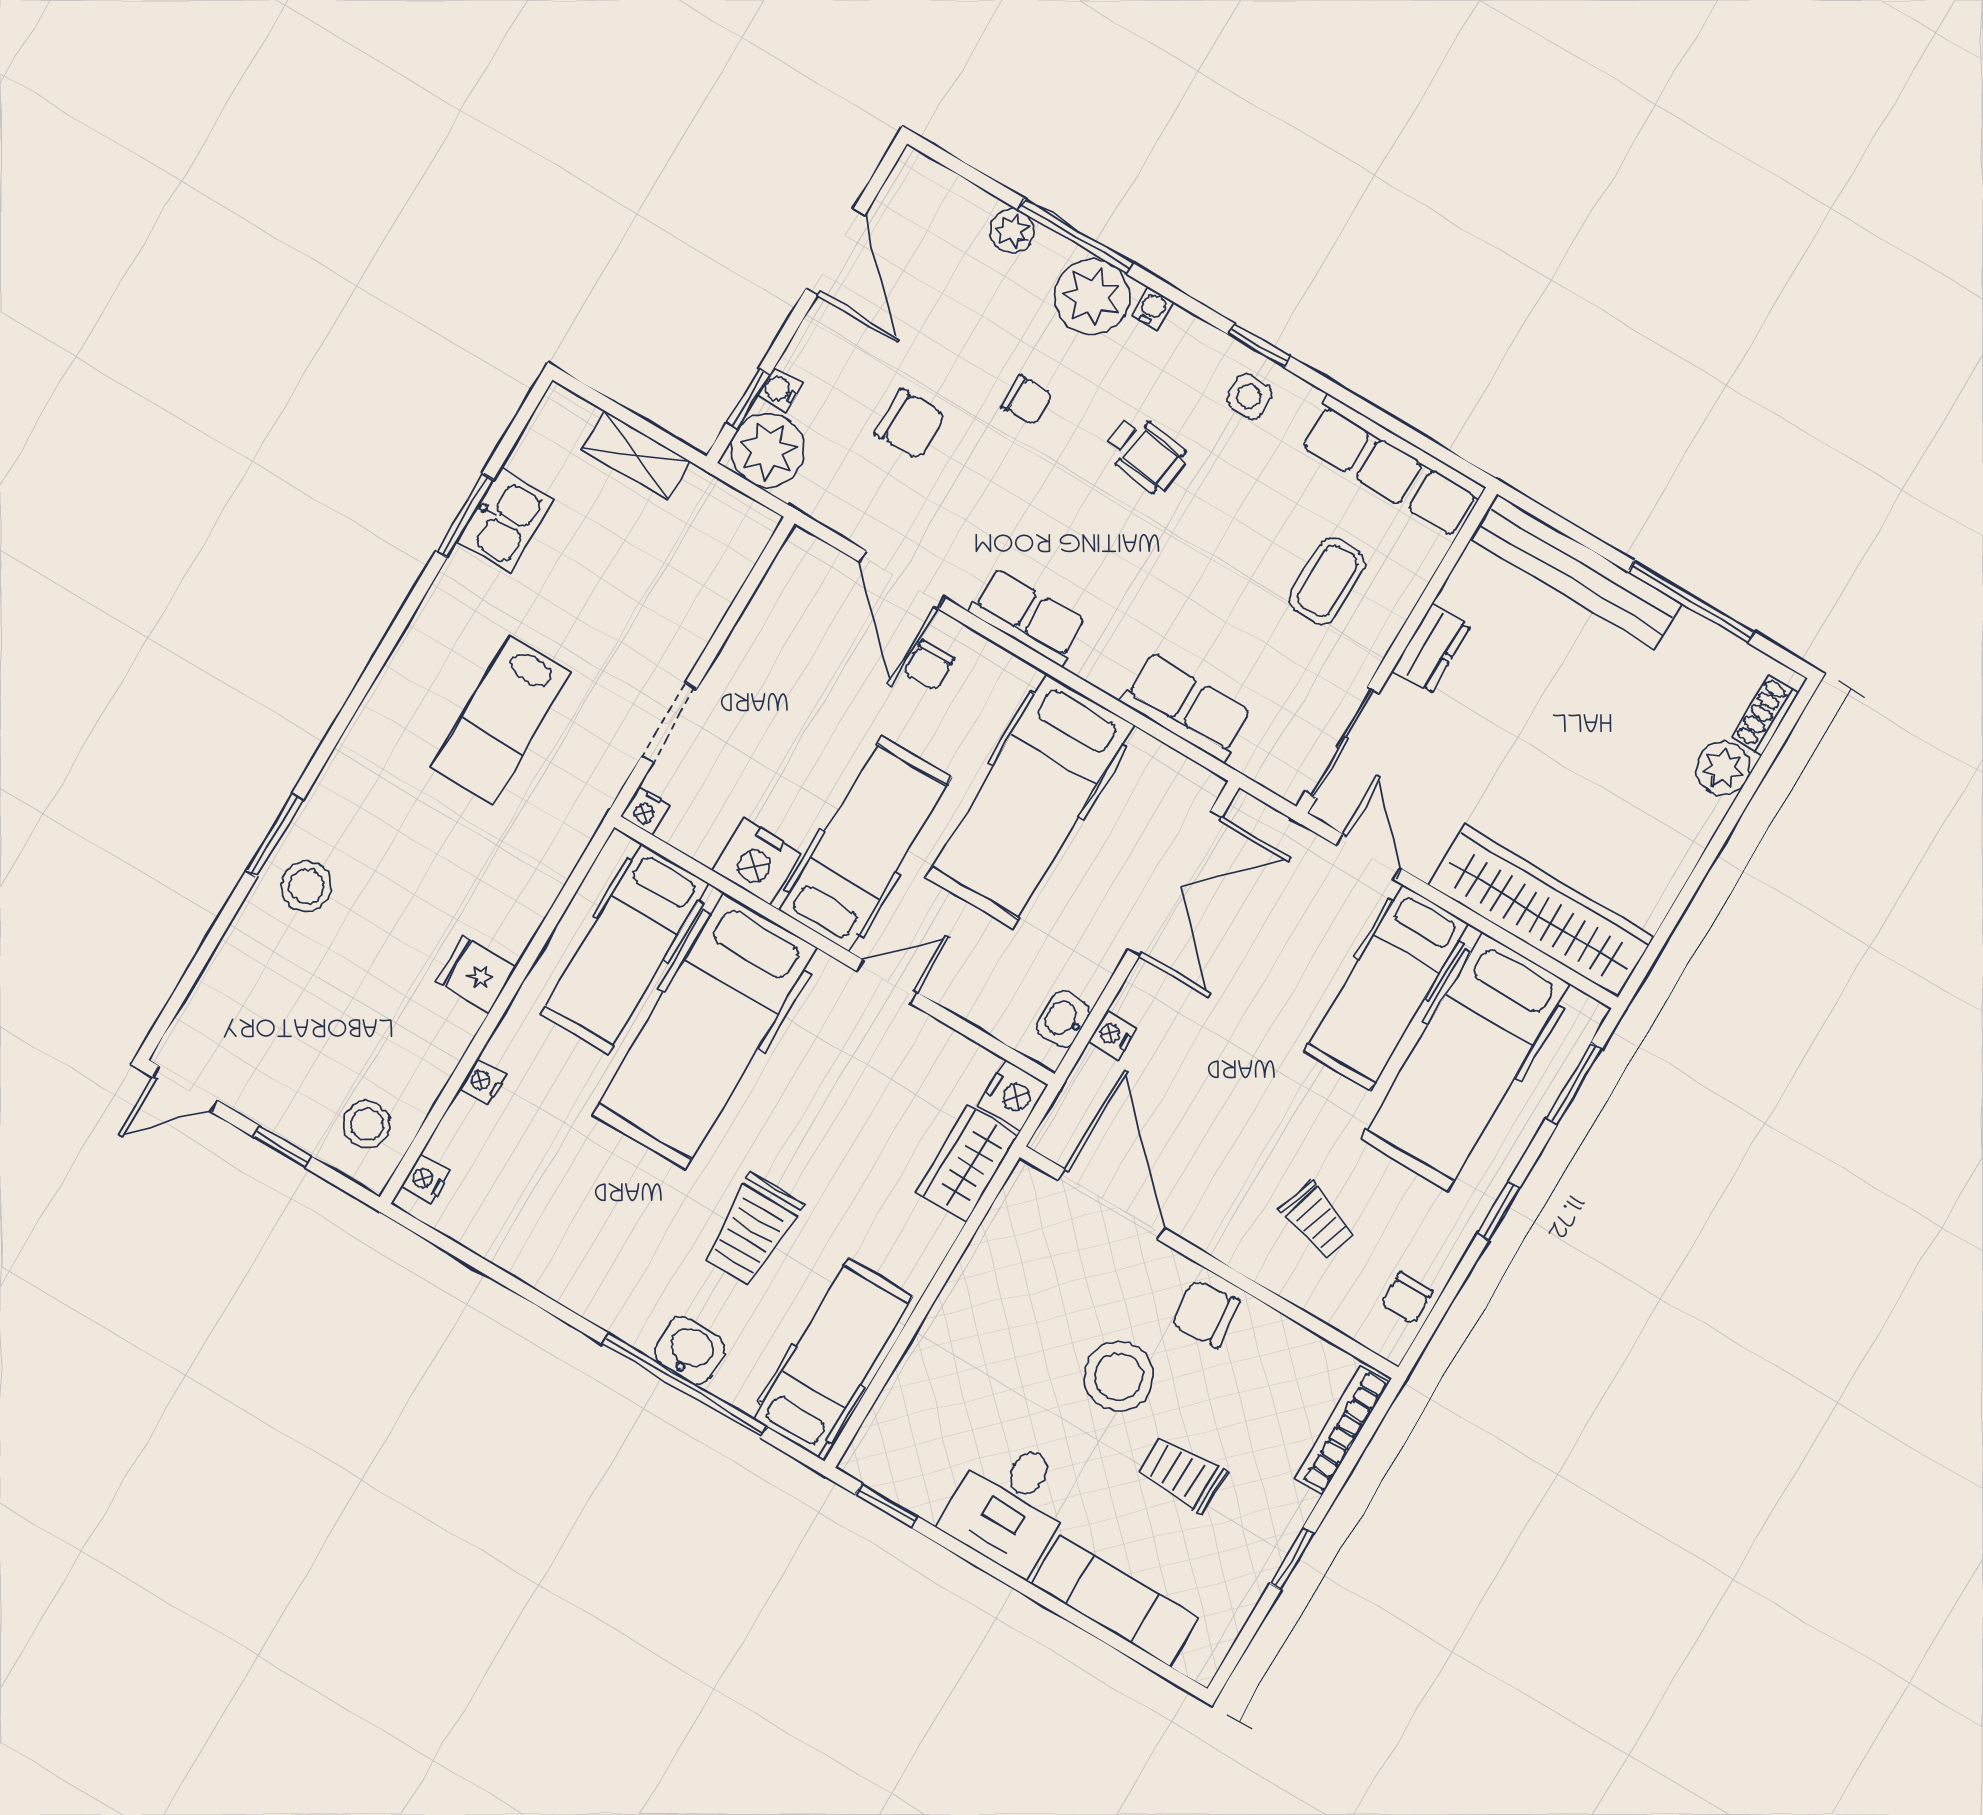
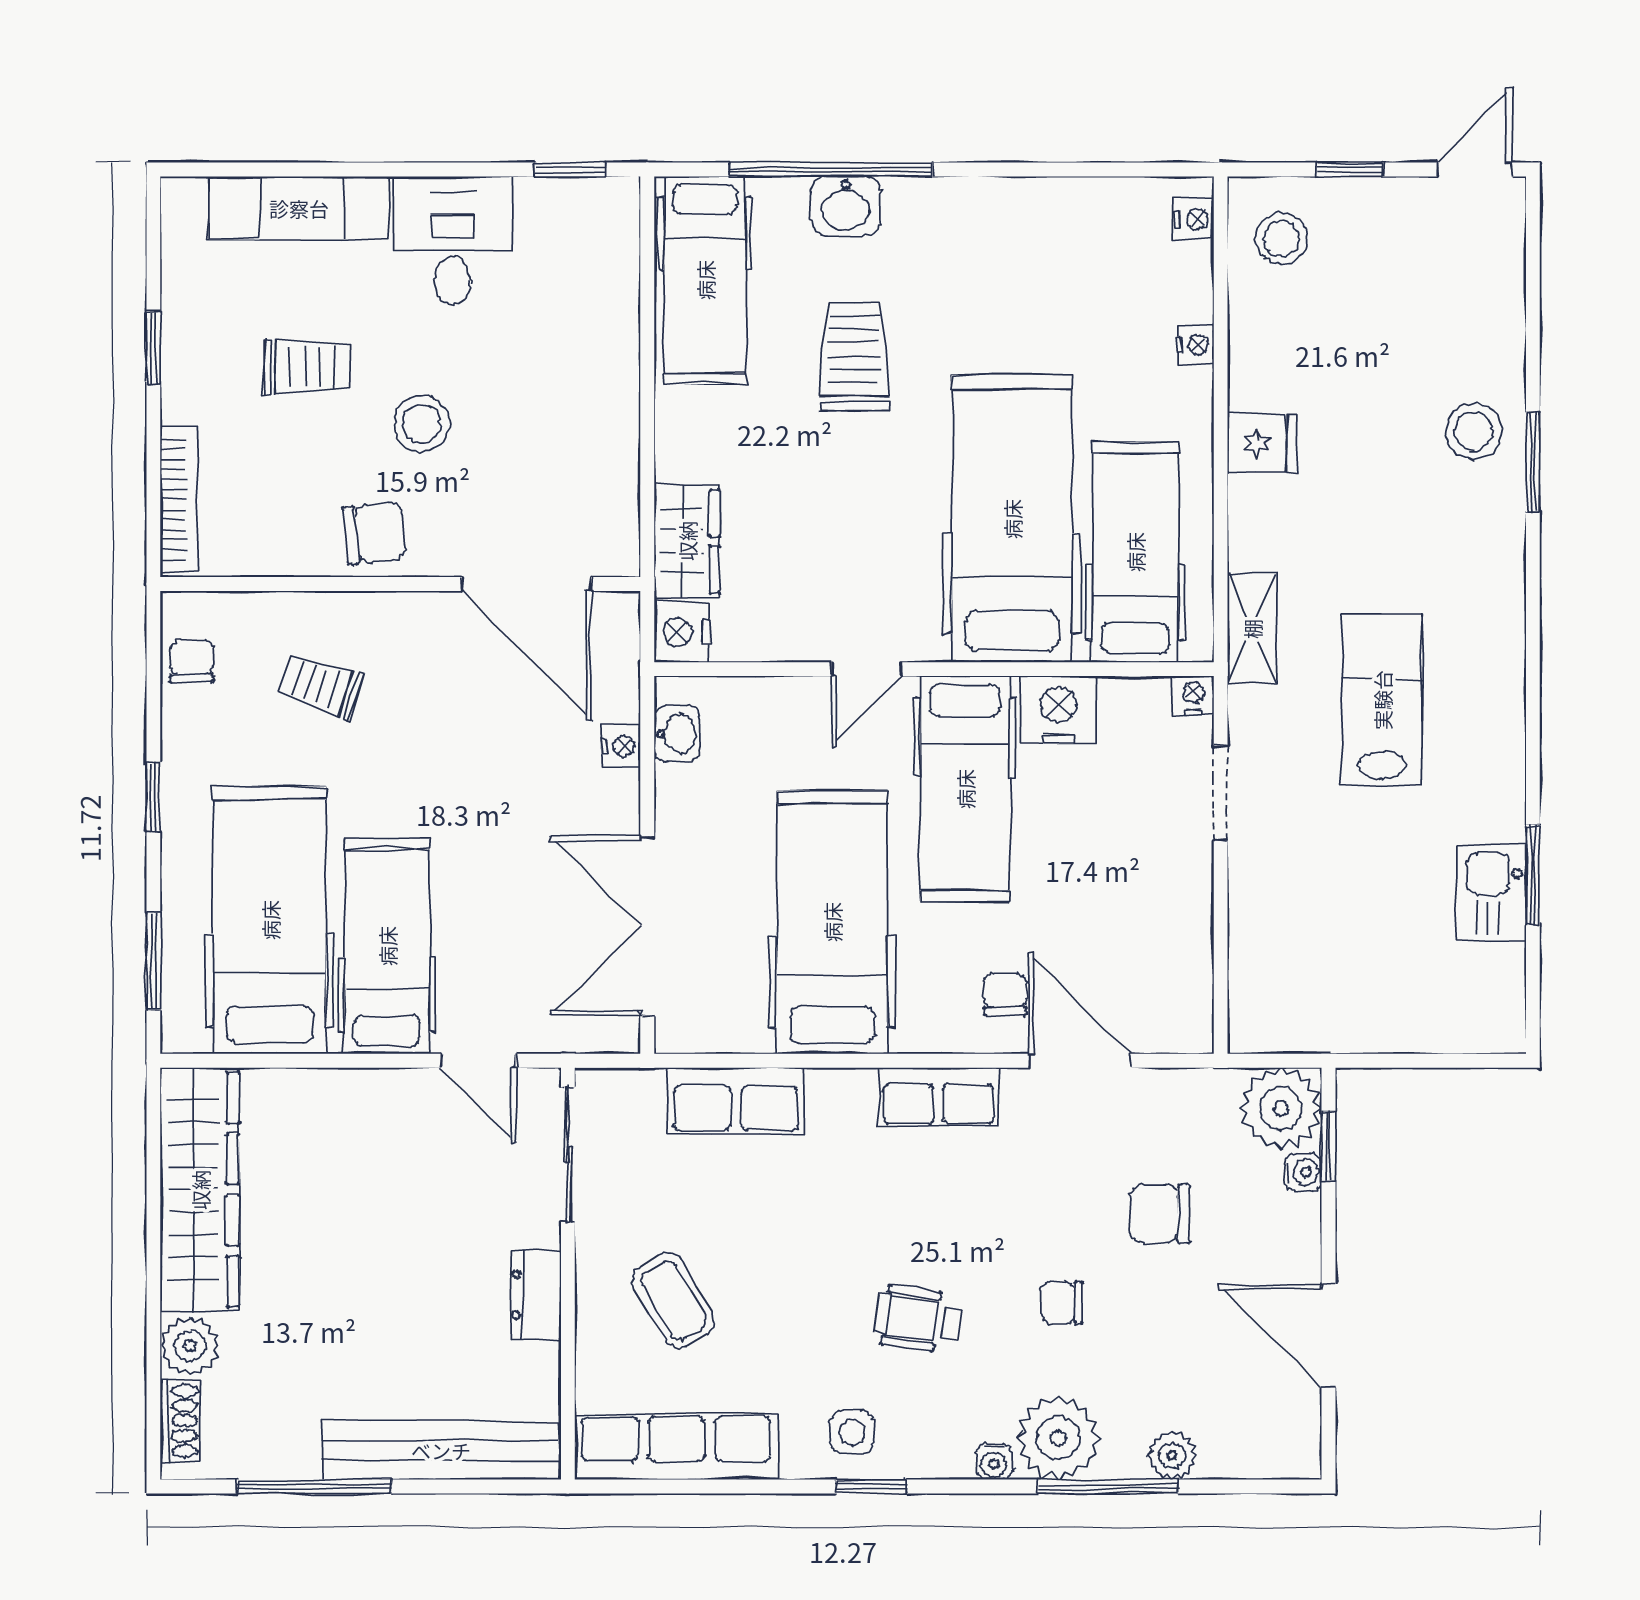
shelving: (636, 455) -> (1252, 629), moved, turned 90
coffee table: (1327, 581) -> (673, 1300), turned -30
wardrobe: (1541, 911) -> (200, 1190), moved, turned -90
stool: (1119, 1377) -> (422, 424), width x0.73, depth x0.73

